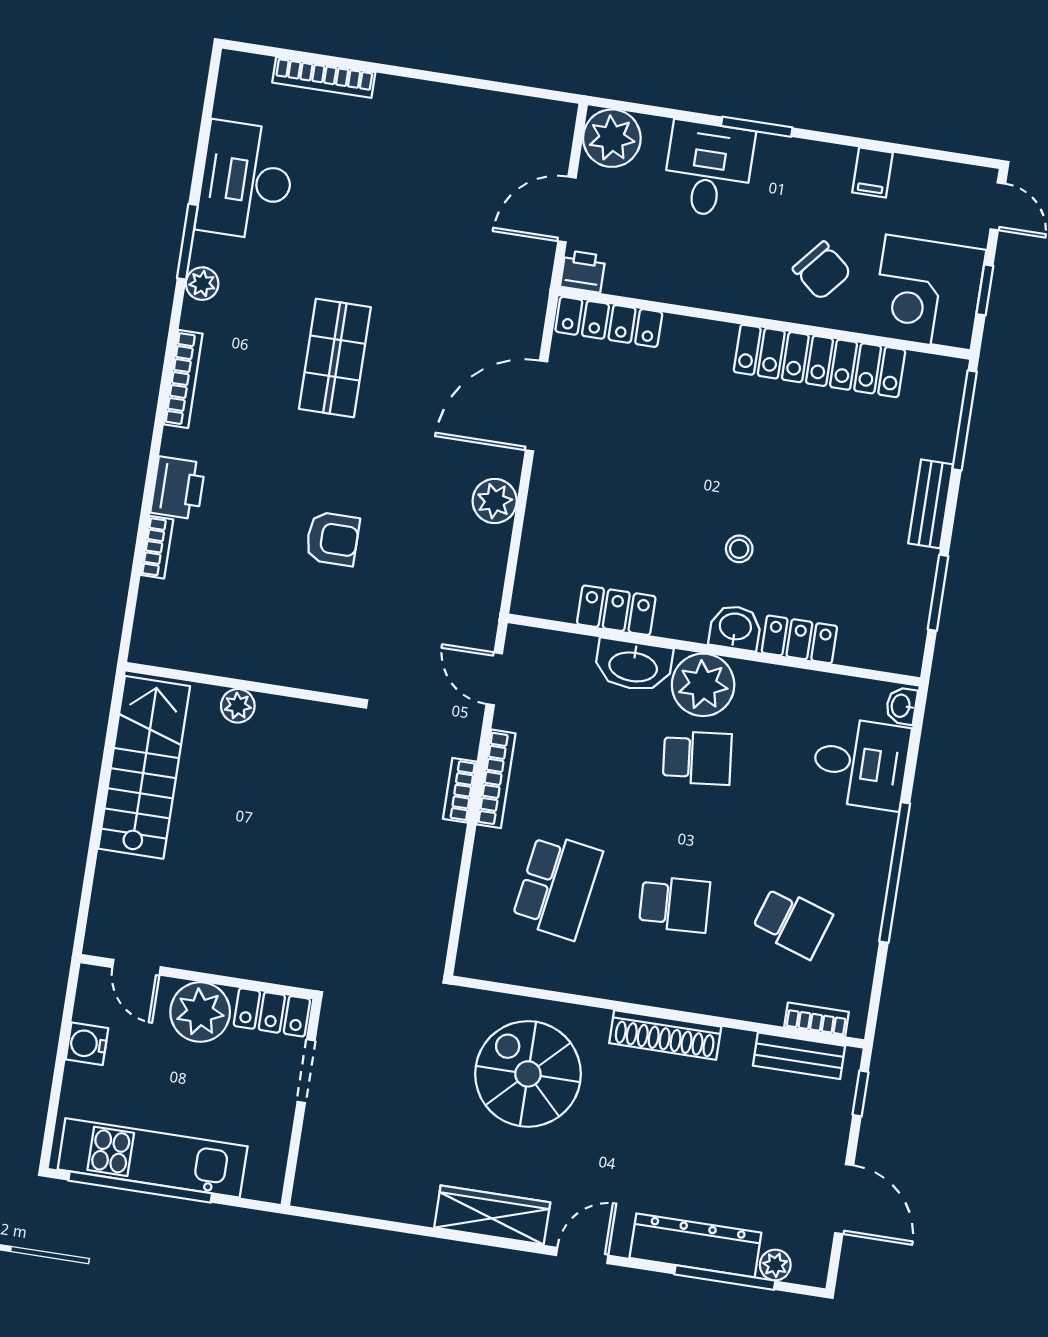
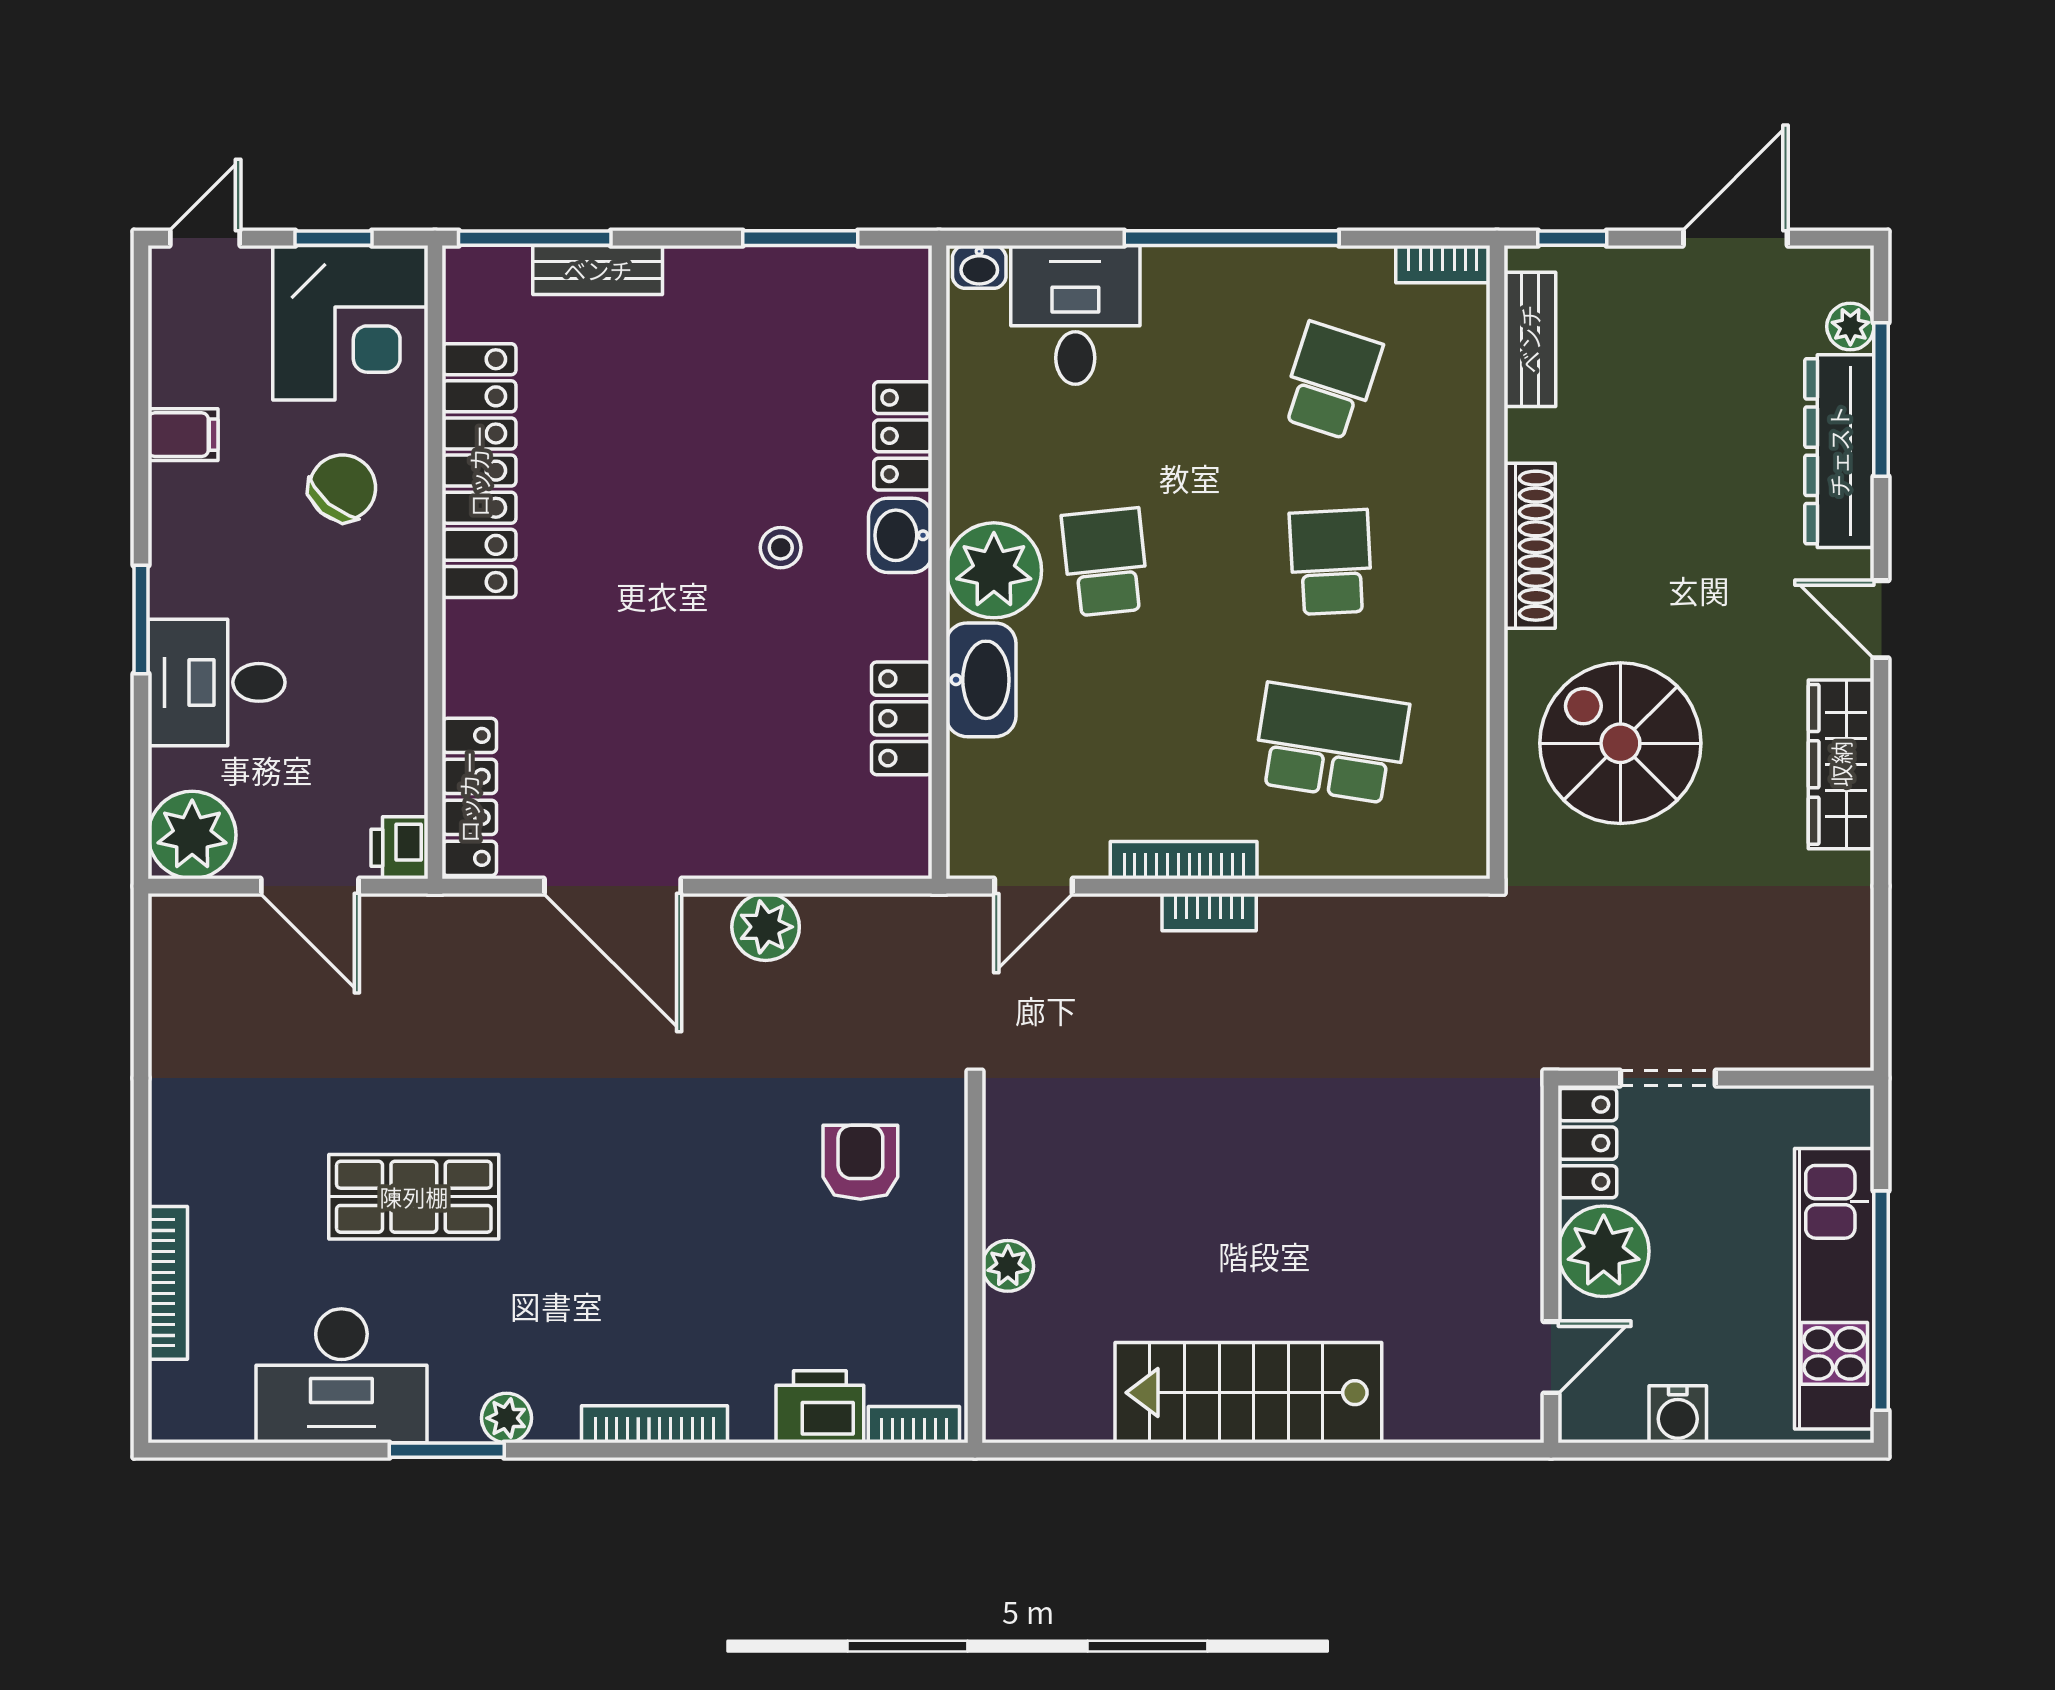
shop shelf: (335, 358) -> (414, 1197), moved
bench: (931, 504) -> (598, 270), moved
wall: (242, 685) -> (975, 1264), moved
plant: (238, 706) -> (1008, 1266), moved
bookcase: (817, 1019) -> (1443, 264), moved, turned -90
spiral stairs: (528, 1074) -> (1620, 743), turned 90

